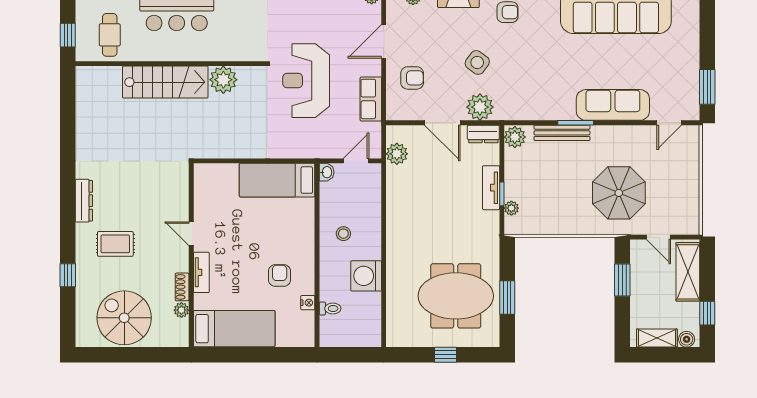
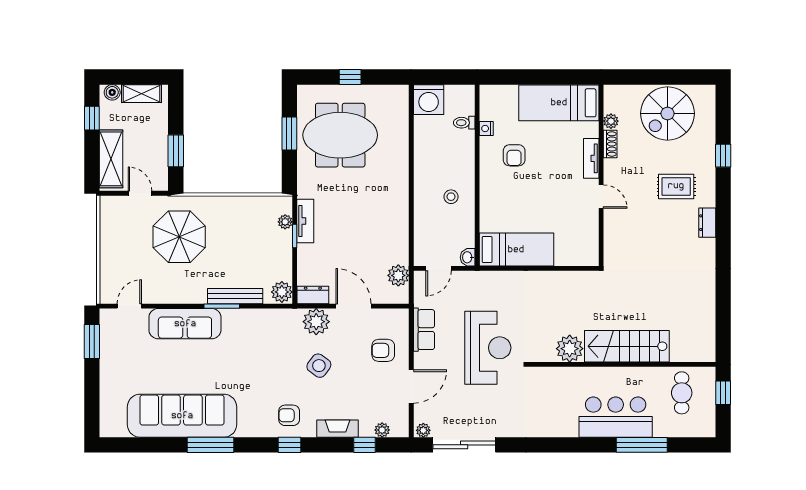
tv unit: (491, 188) -> (305, 221), moved
dresser: (84, 201) -> (707, 223), width x0.70
washing machine: (366, 276) -> (429, 100), moved, turned 90
spiral stairs: (124, 318) -> (667, 113), turned 90

